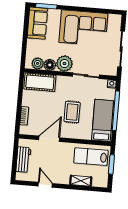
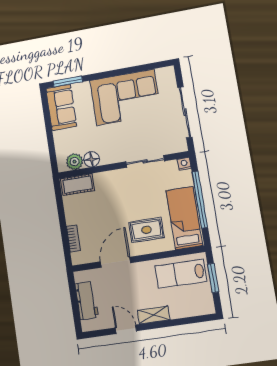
plant: (64, 63) -> (111, 152), removed
cot: (40, 82) -> (78, 185), width x0.73, depth x0.75
rug: (72, 112) -> (146, 230), moved, turned 90
shelving: (81, 181) -> (154, 315), moved

